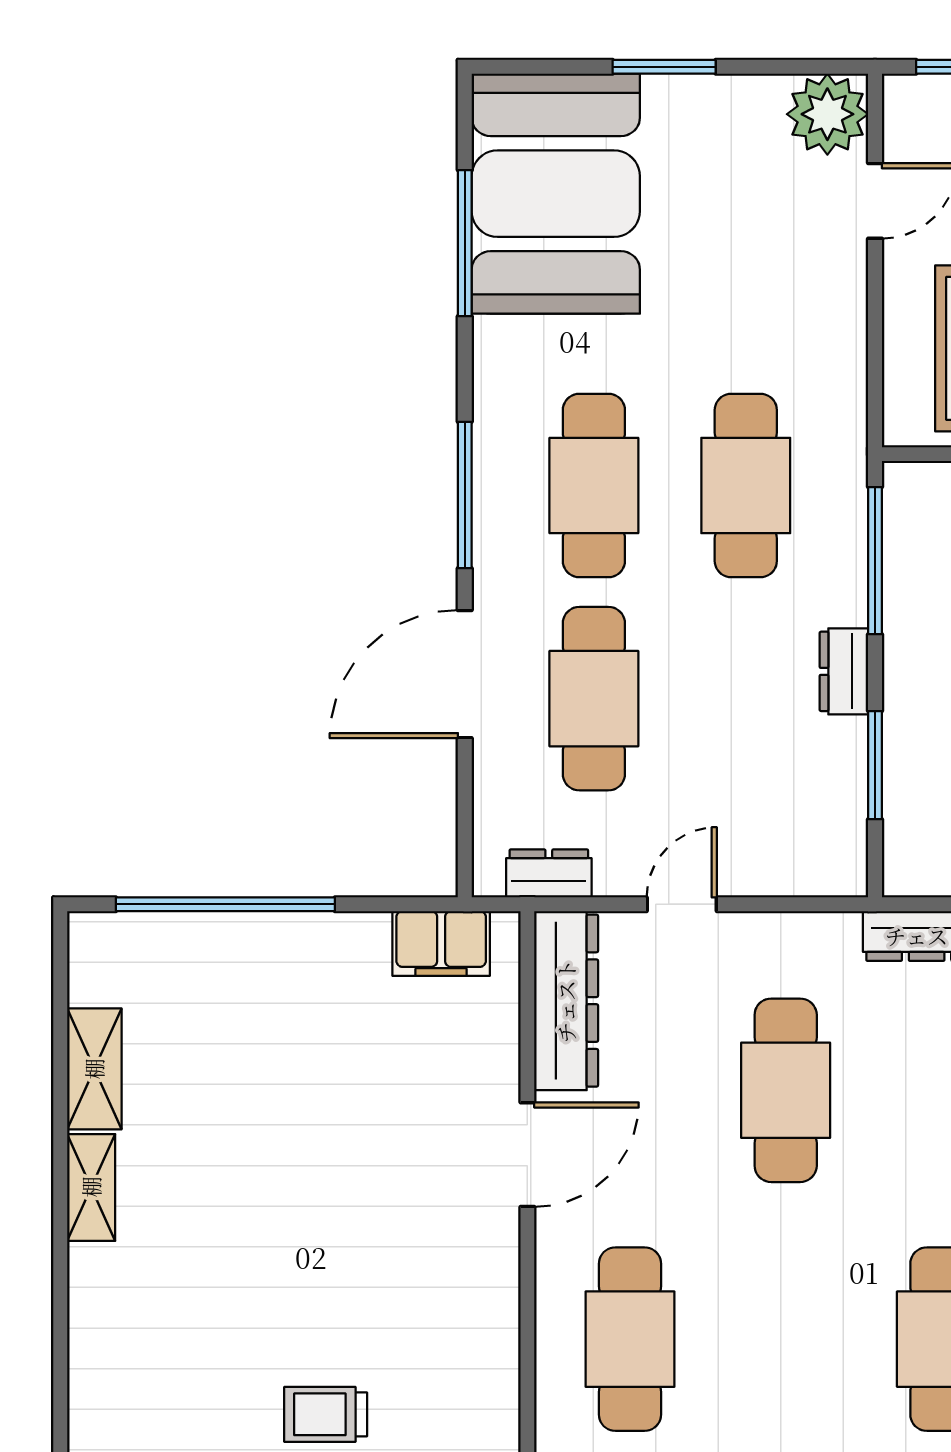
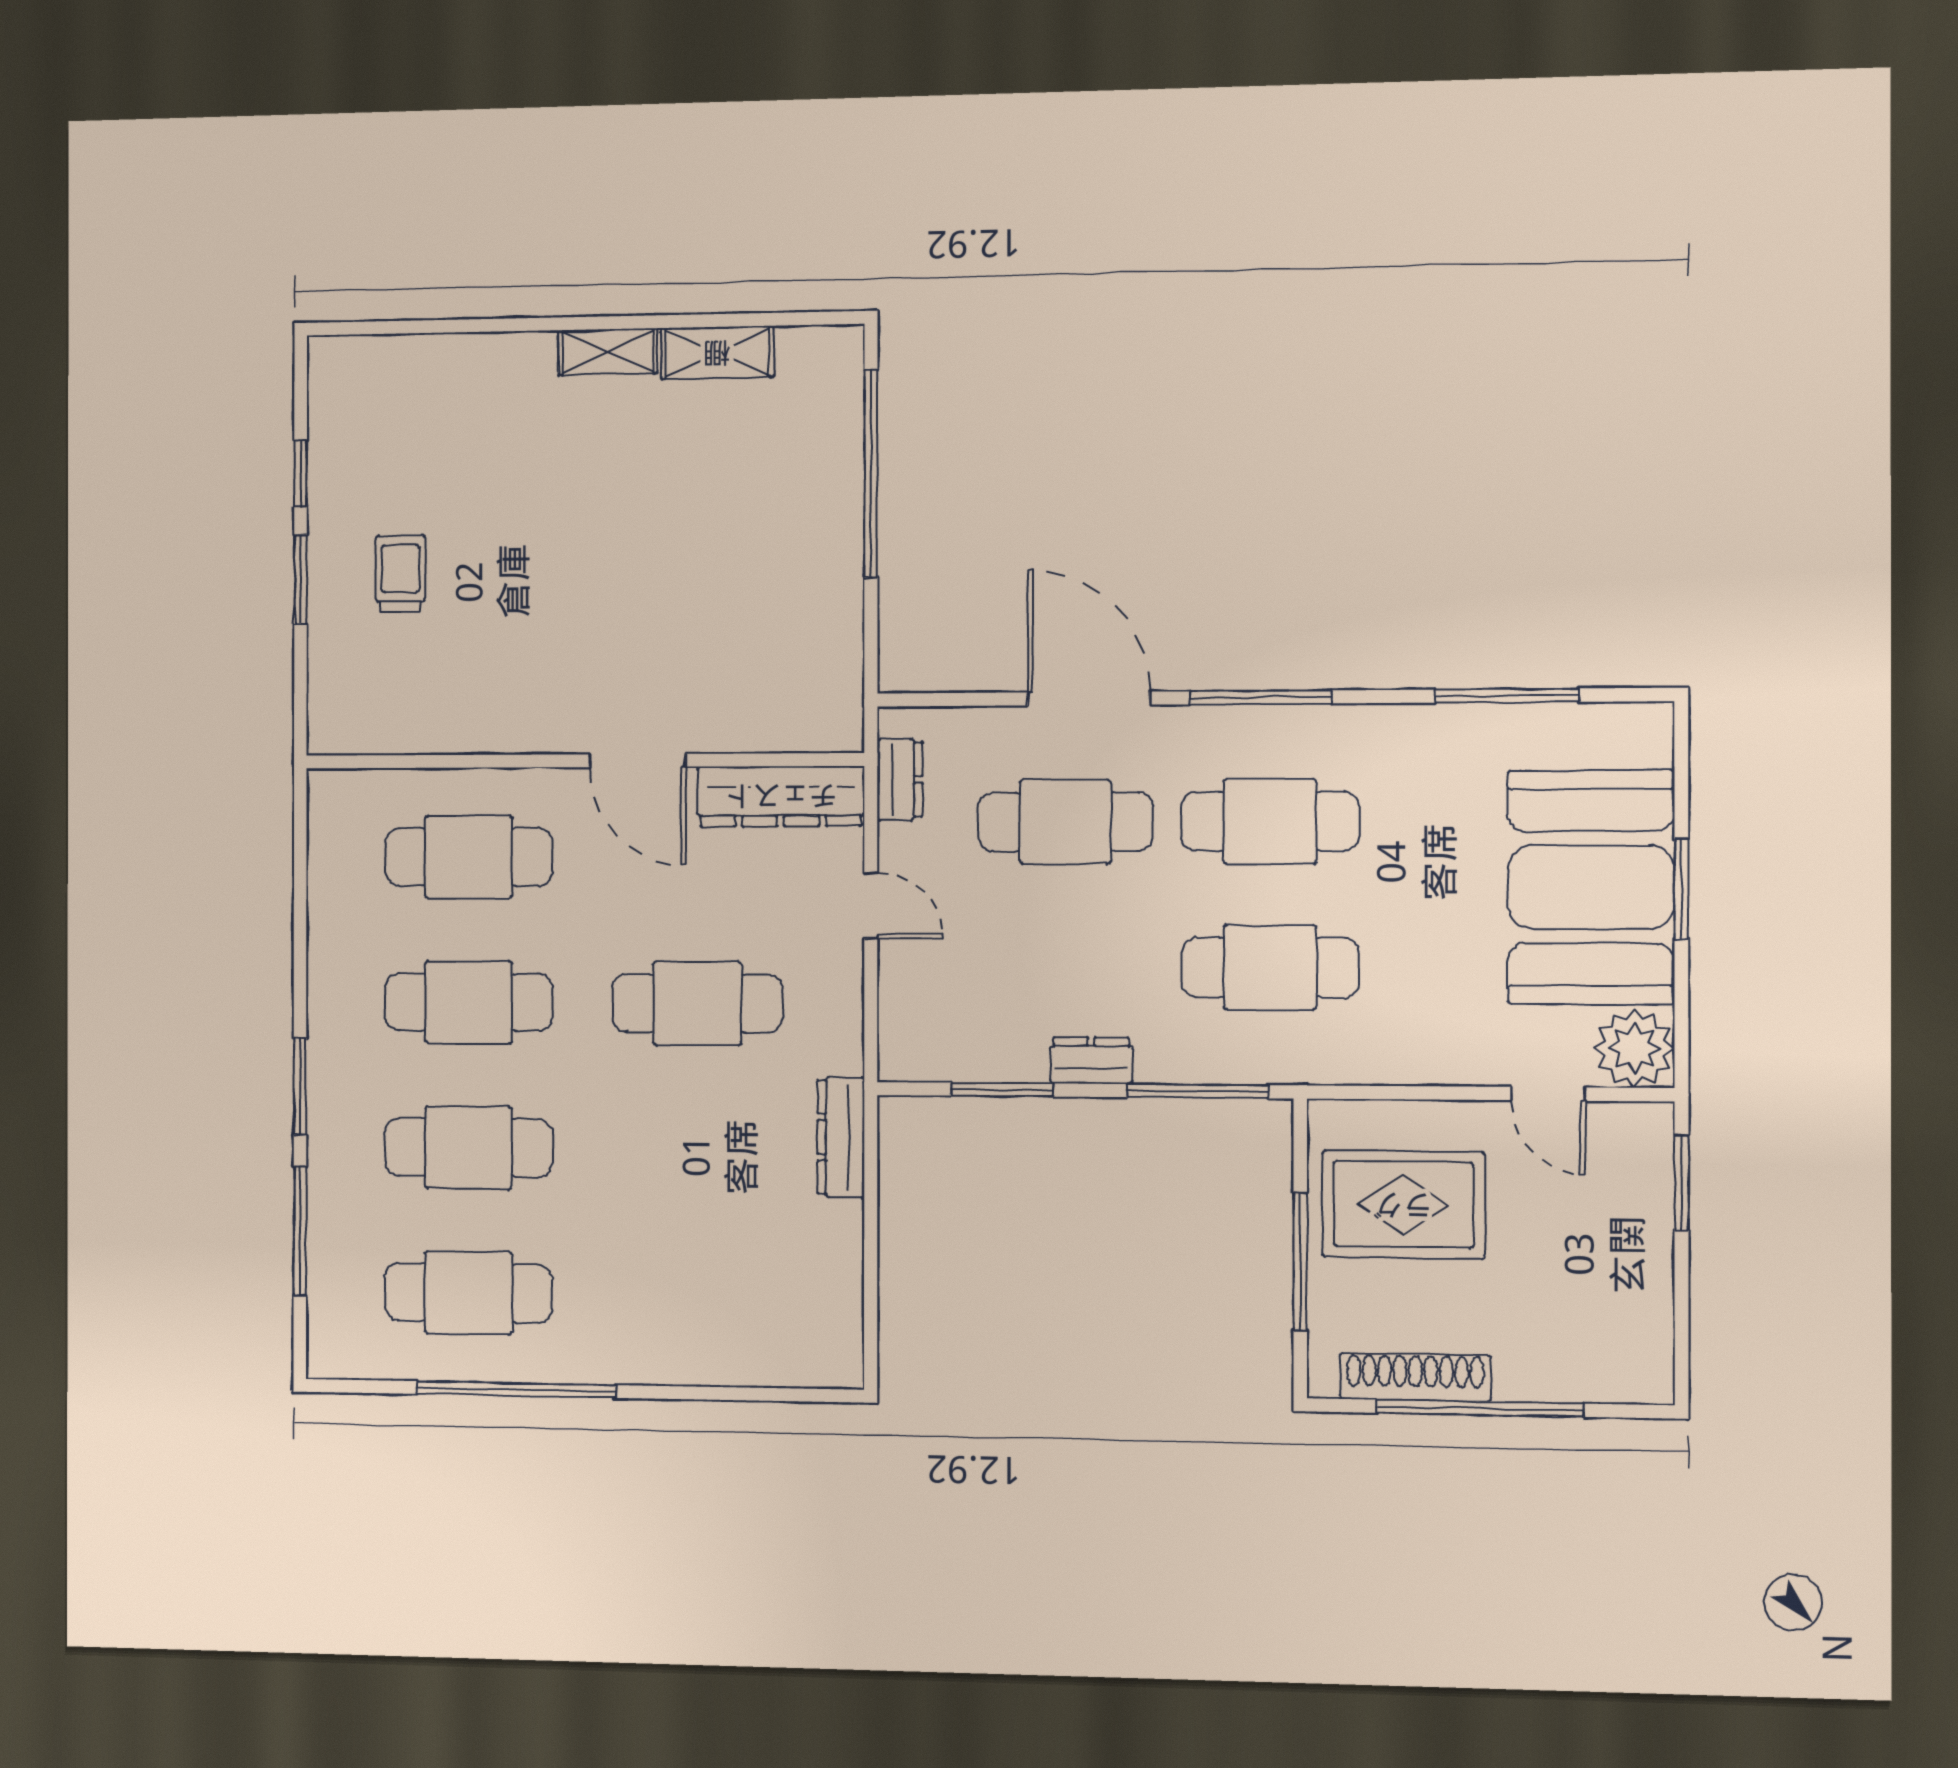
booth: (556, 194) -> (1591, 887), moved, turned 90
filing cabinet: (441, 943) -> (834, 678), removed
cafe table: (786, 1339) -> (468, 1002), added

